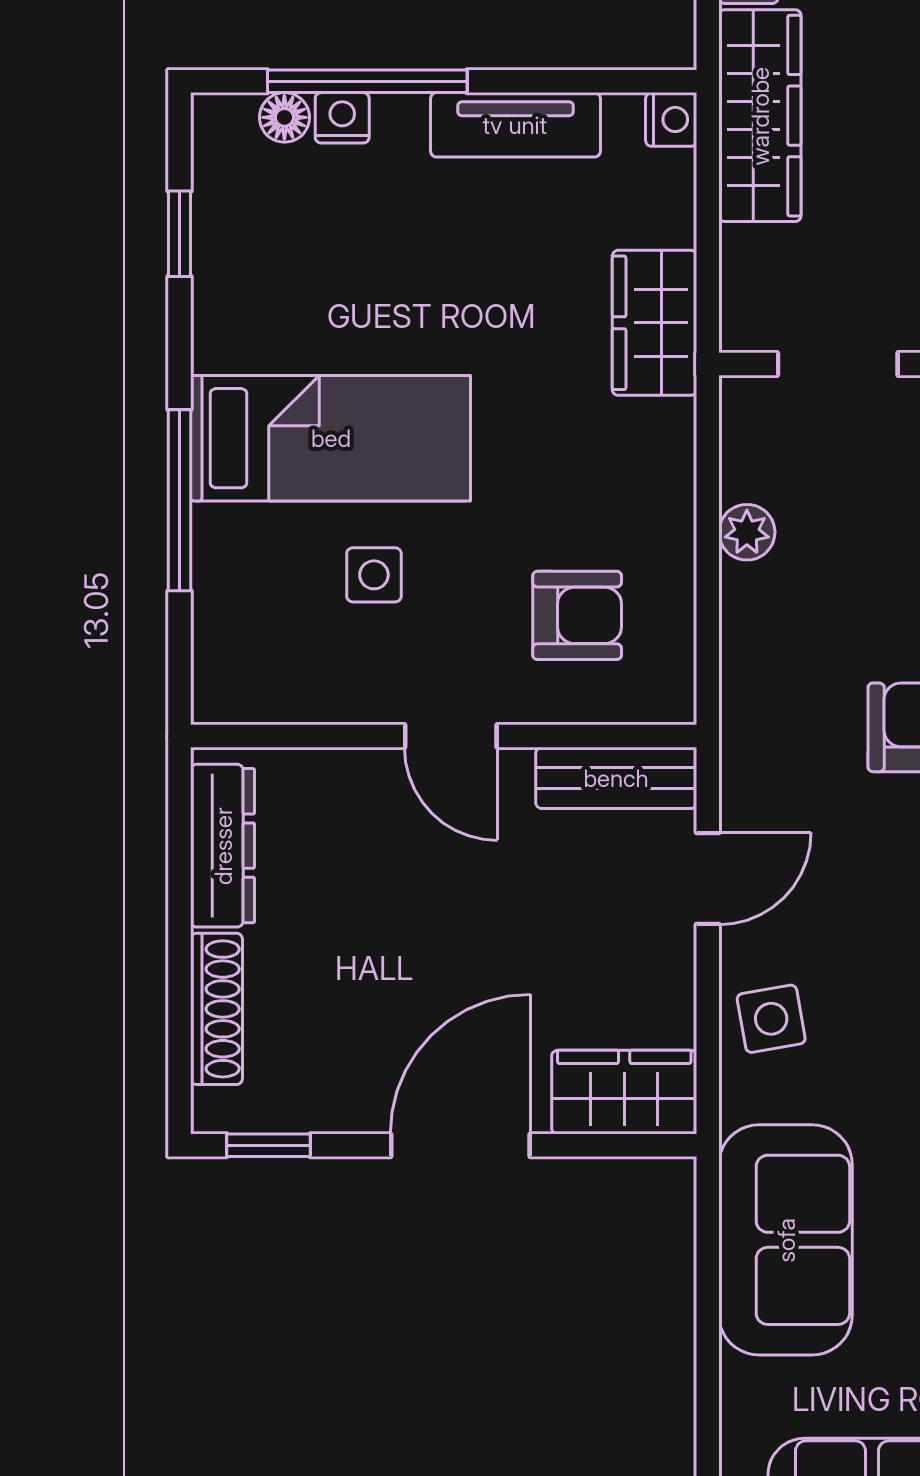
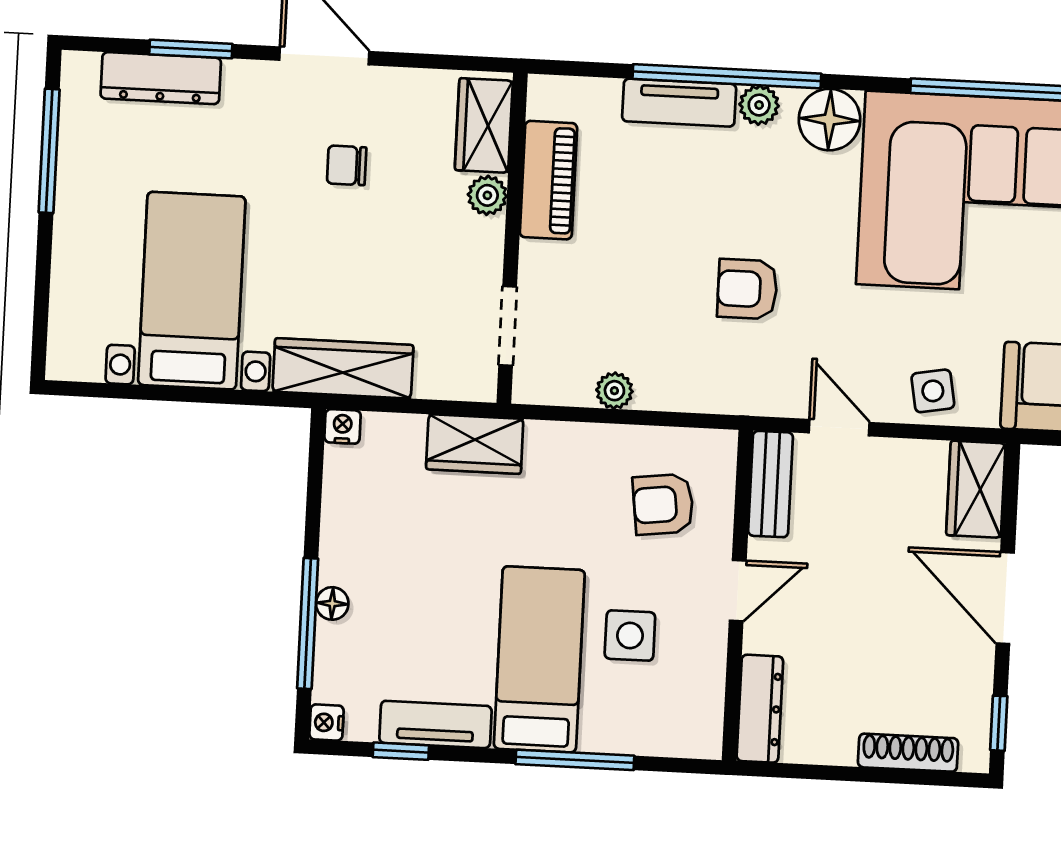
floor lamp: (284, 117) -> (332, 603), moved
nightstand: (342, 118) -> (326, 722), moved
tv unit: (515, 125) -> (435, 724), moved, turned -90
side table: (374, 575) -> (630, 636), width x1.37, depth x1.37
armchair: (577, 615) -> (663, 504), turned -97
dresser: (223, 846) -> (760, 709), moved, turned 90

